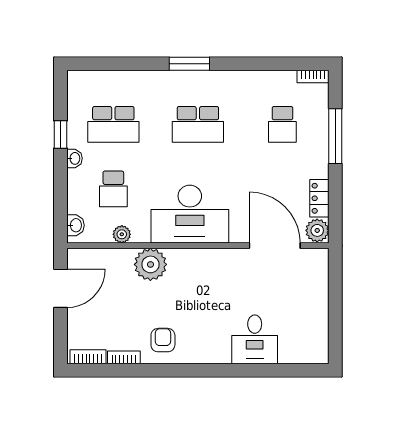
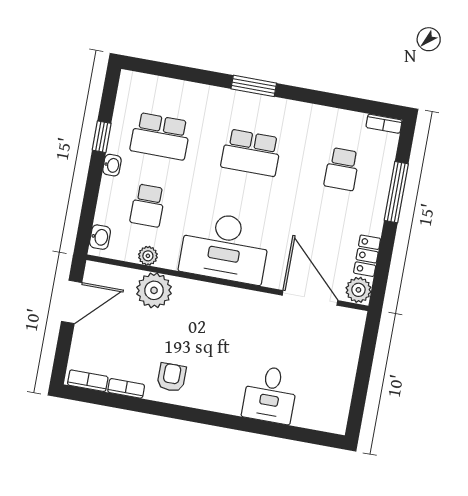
plant: (150, 264) -> (154, 290), moved

